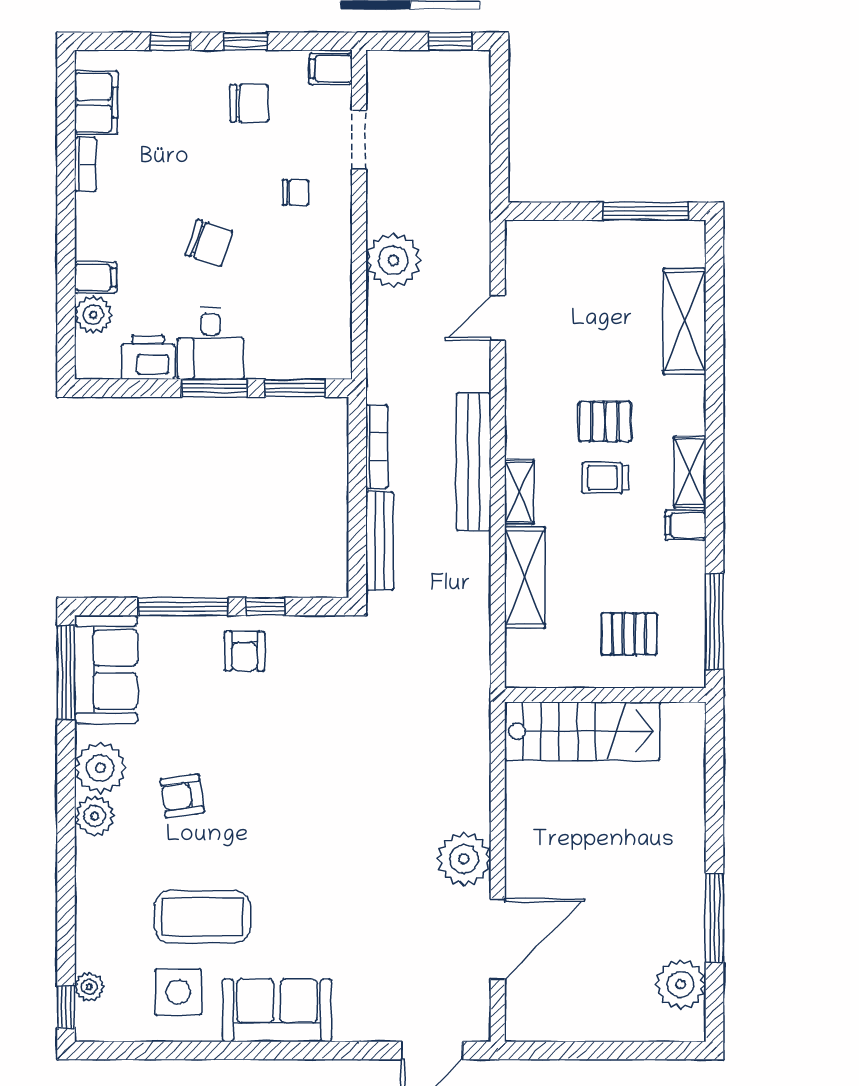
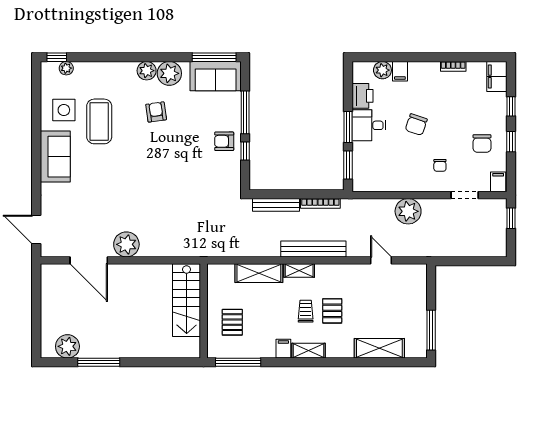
window: (450, 41) -> (511, 218), moved
filing cabinet: (96, 103) -> (497, 76), moved, turned 90

